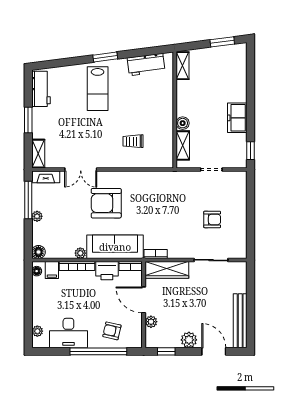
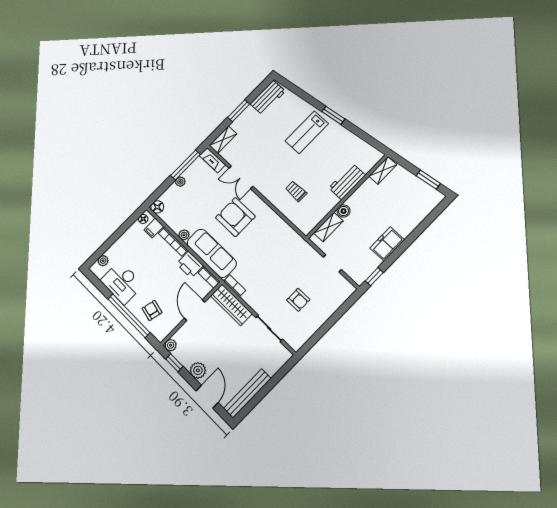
workbench: (146, 65) -> (347, 182), moved, turned 97
plant: (151, 322) -> (171, 345), moved

